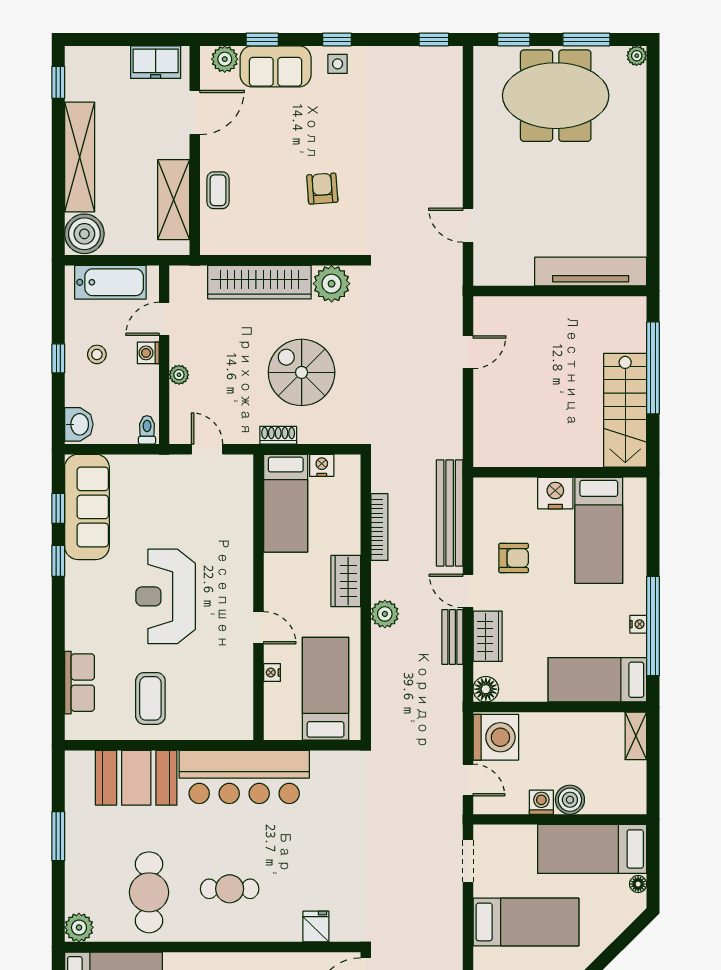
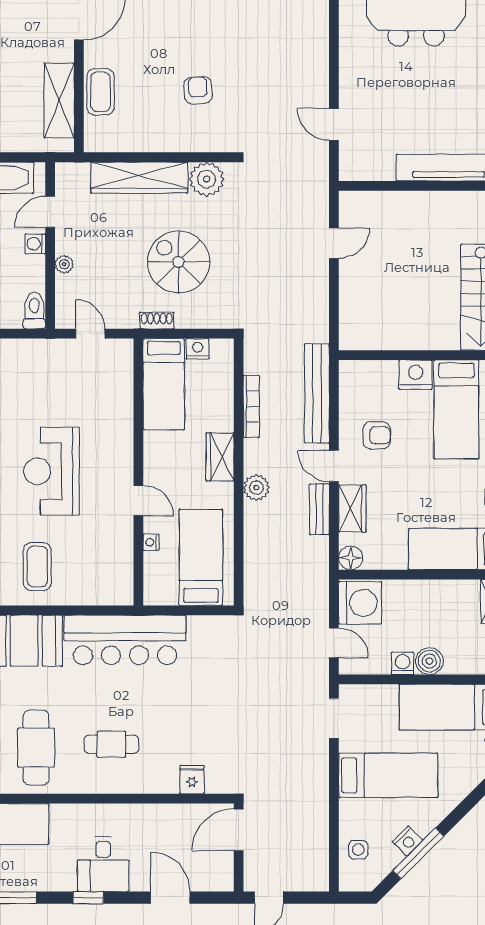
coffee table: (218, 190) -> (101, 92), width x1.36, depth x1.30
toilet: (147, 430) -> (34, 311), width x1.37, depth x1.39

